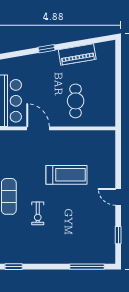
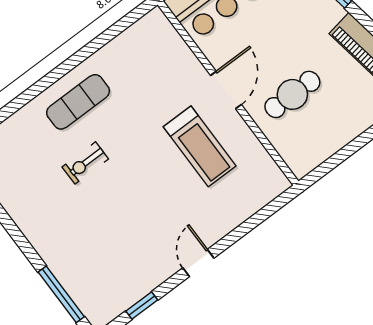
door: (38, 128) -> (226, 90), moved
treadmill: (66, 175) -> (200, 146), moved

